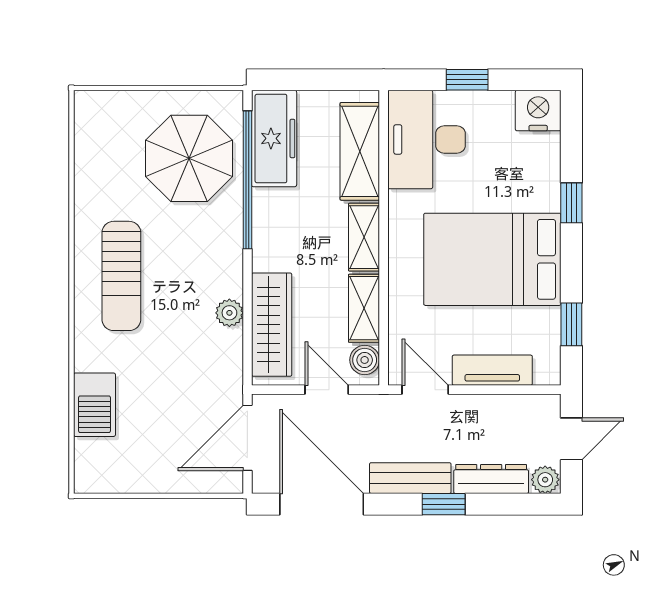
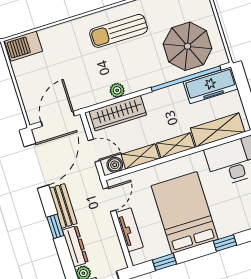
door: (327, 390) -> (94, 151), hinge flipped
barbecue: (94, 405) -> (24, 46), moved
door: (247, 438) -> (58, 119), hinge flipped

